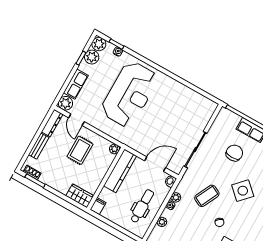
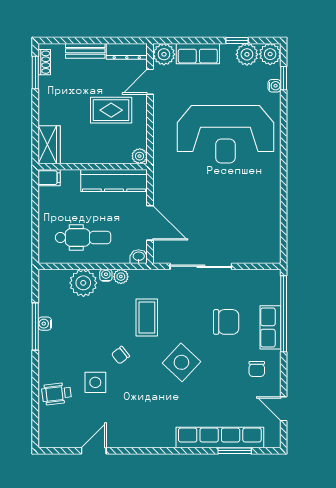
coffee table: (207, 196) -> (147, 318), turned 64
plant: (162, 222) -> (83, 283), width x1.88, depth x1.88

